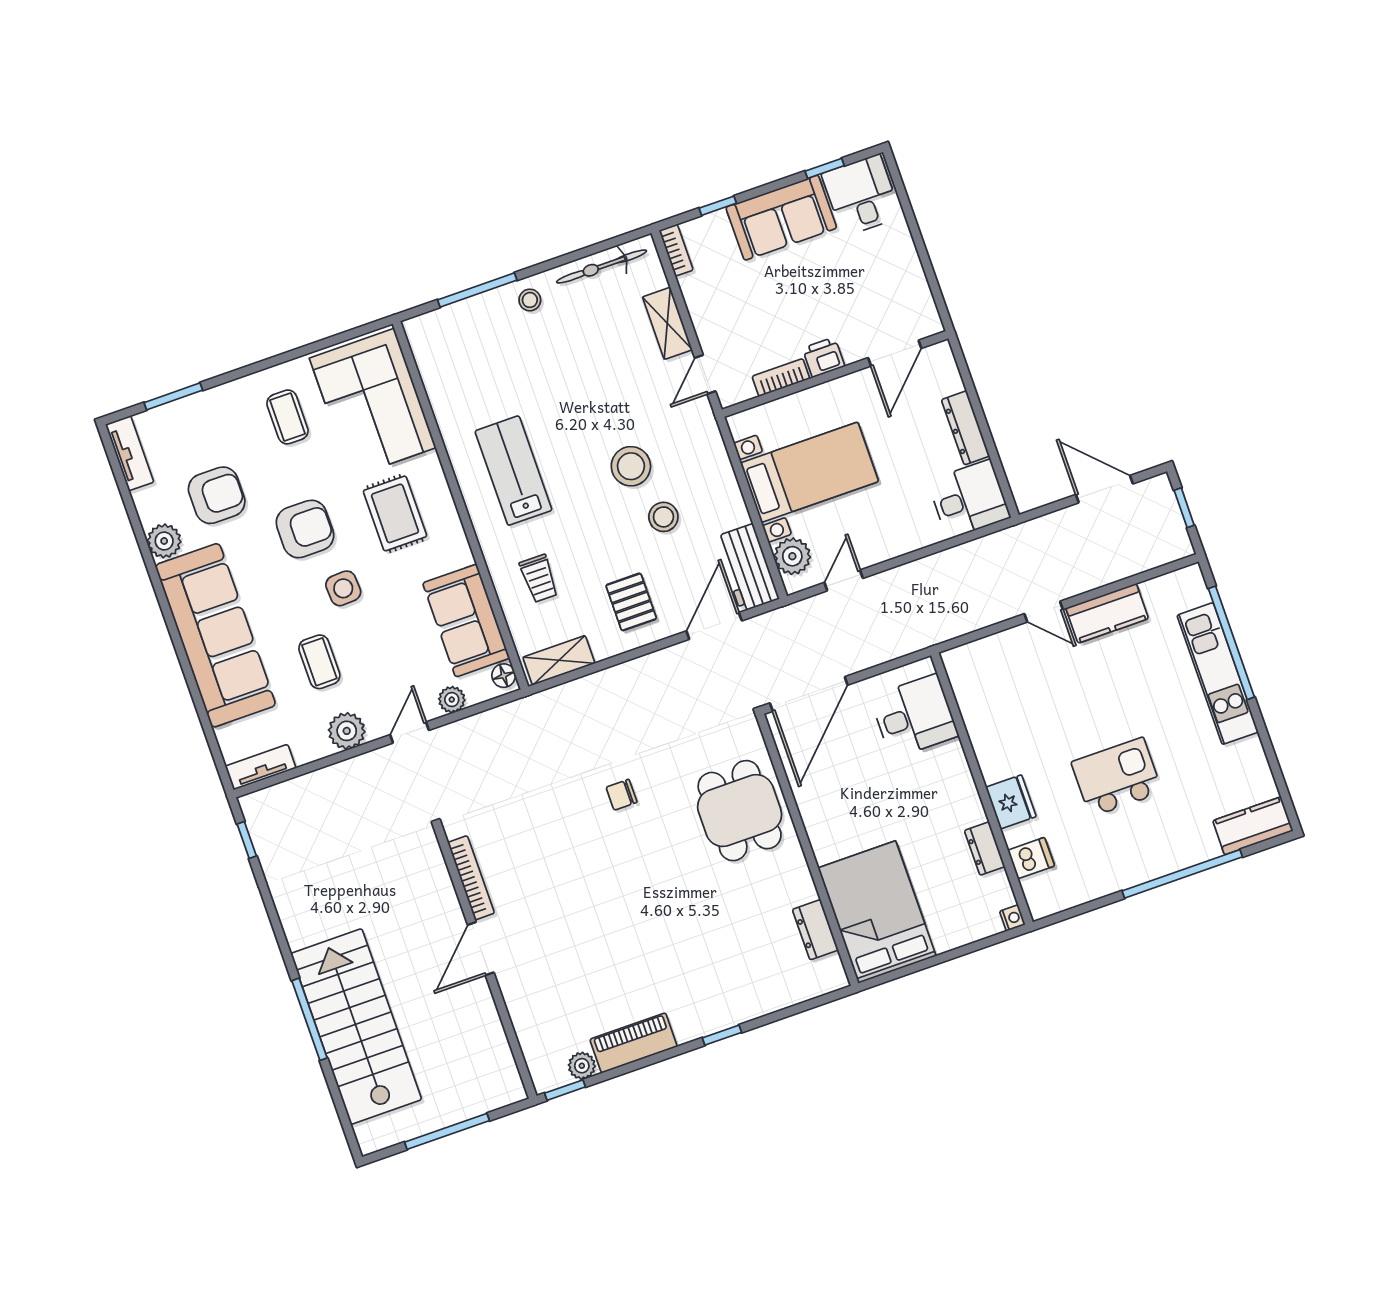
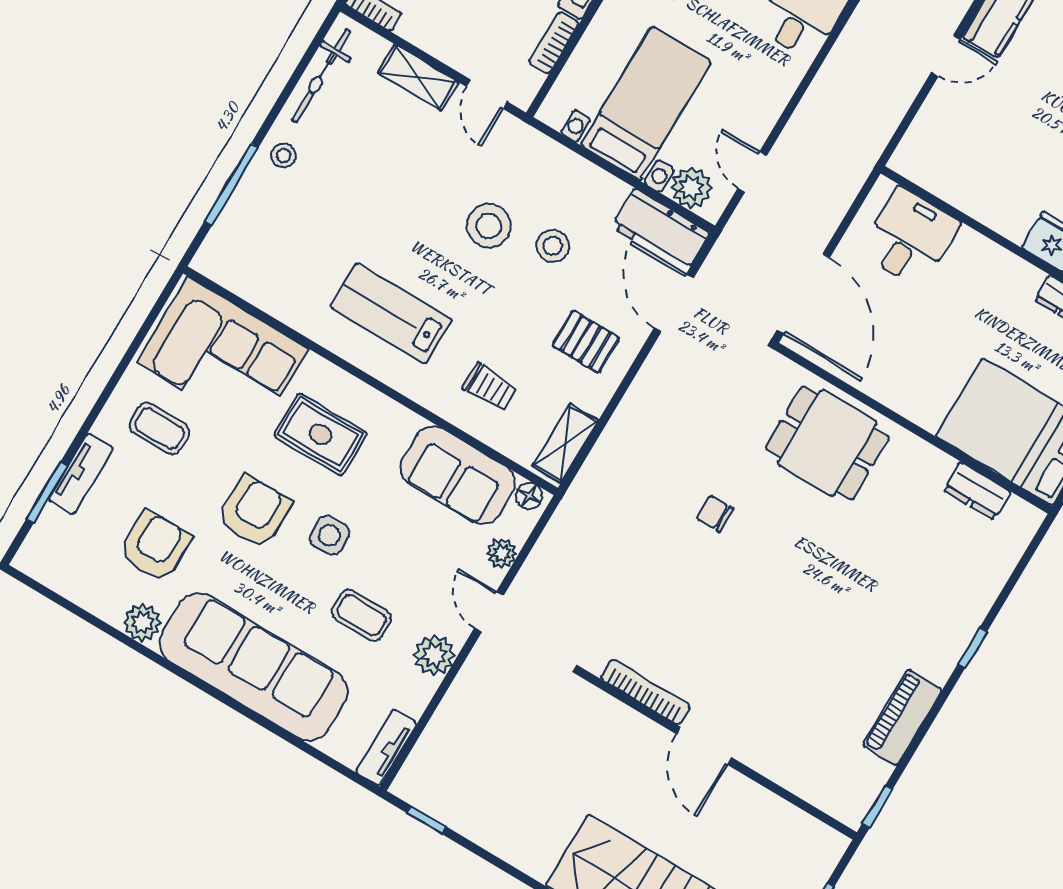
tv unit: (130, 453) -> (81, 474), moved, turned 90
chair: (622, 795) -> (715, 514), turned 90
plant: (582, 1066) -> (874, 774), removed

